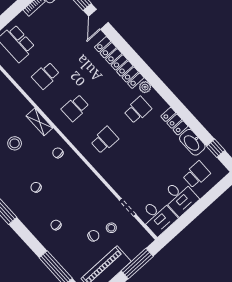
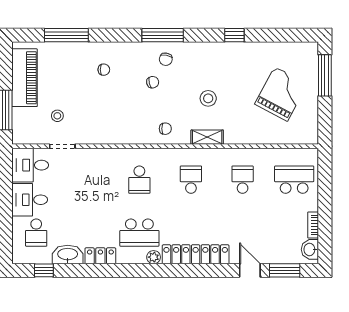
school desk: (138, 110) -> (139, 233), width x1.85
chair: (93, 236) -> (166, 59), moved

